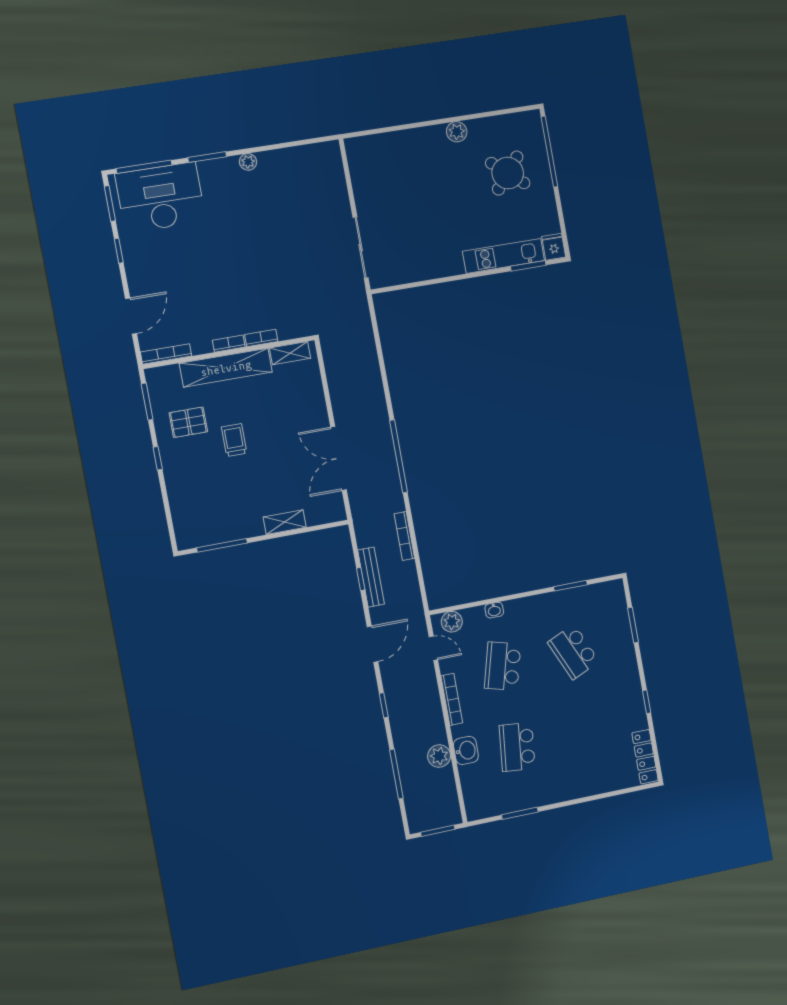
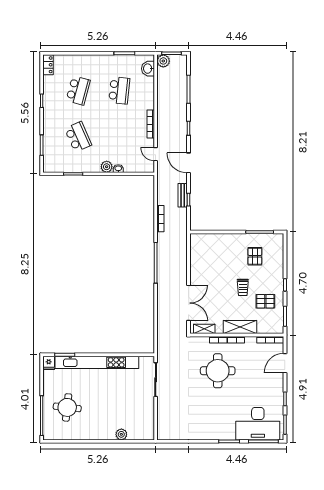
plant: (457, 132) -> (121, 434), moved
plant: (248, 162) -> (208, 435), removed
round table: (508, 173) -> (67, 407), turned -34
kitchen unit: (504, 256) -> (97, 362), width x1.86
round table: (252, 282) -> (218, 371), added
shelving: (226, 368) -> (240, 327), width x0.68
double door: (339, 458) -> (189, 303), moved
pallet: (223, 500) -> (255, 256), added
shelving: (285, 522) -> (224, 238), removed
bench: (371, 577) -> (183, 195), width x0.73
plant: (452, 622) -> (107, 167), moved
door: (373, 644) -> (189, 163), hinge flipped
school desk: (503, 666) -> (78, 90), moved
washbasin: (466, 750) -> (148, 69), moved
plant: (439, 756) -> (163, 61), moved
locker: (645, 757) -> (48, 65), width x0.66

